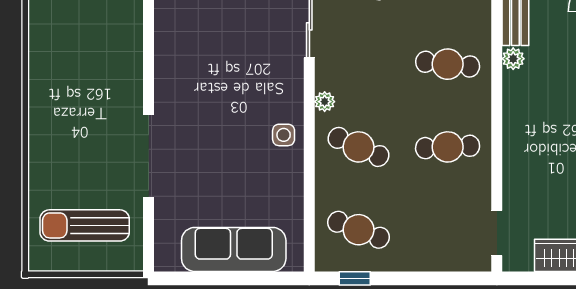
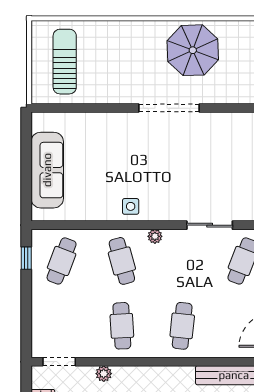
parasol: (69, 50) -> (193, 50), added
plant: (513, 59) -> (104, 374), moved
cafe table: (359, 147) -> (122, 261), turned -39
doorway: (149, 156) -> (169, 108), moved

